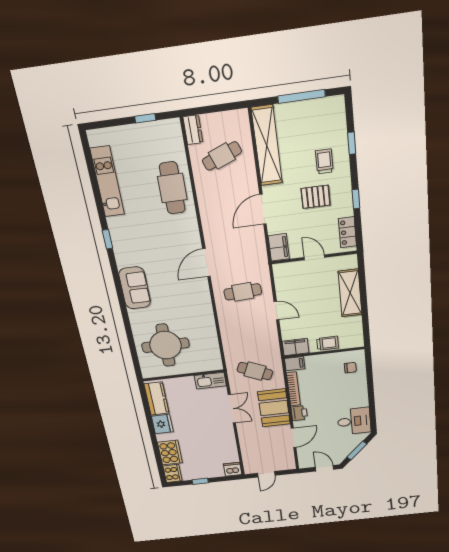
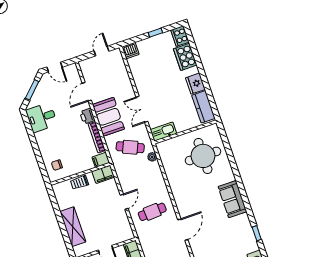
door: (276, 311) -> (124, 202), swing flipped
plant: (230, 356) -> (152, 157), added

